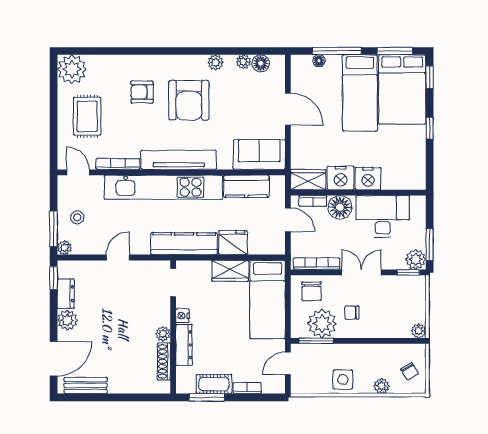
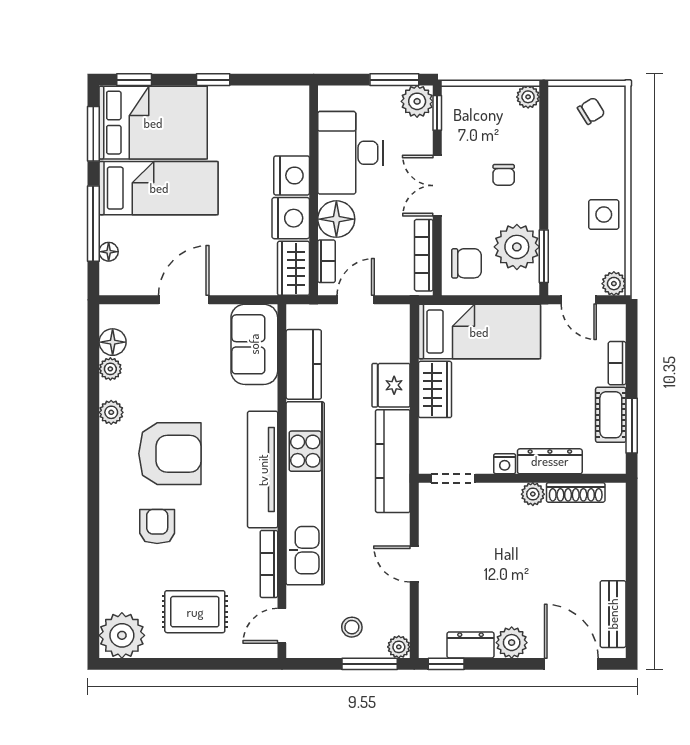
armchair: (142, 92) -> (157, 526), turned 180
chair: (352, 313) -> (504, 175), moved
plant: (382, 386) -> (614, 284), moved

